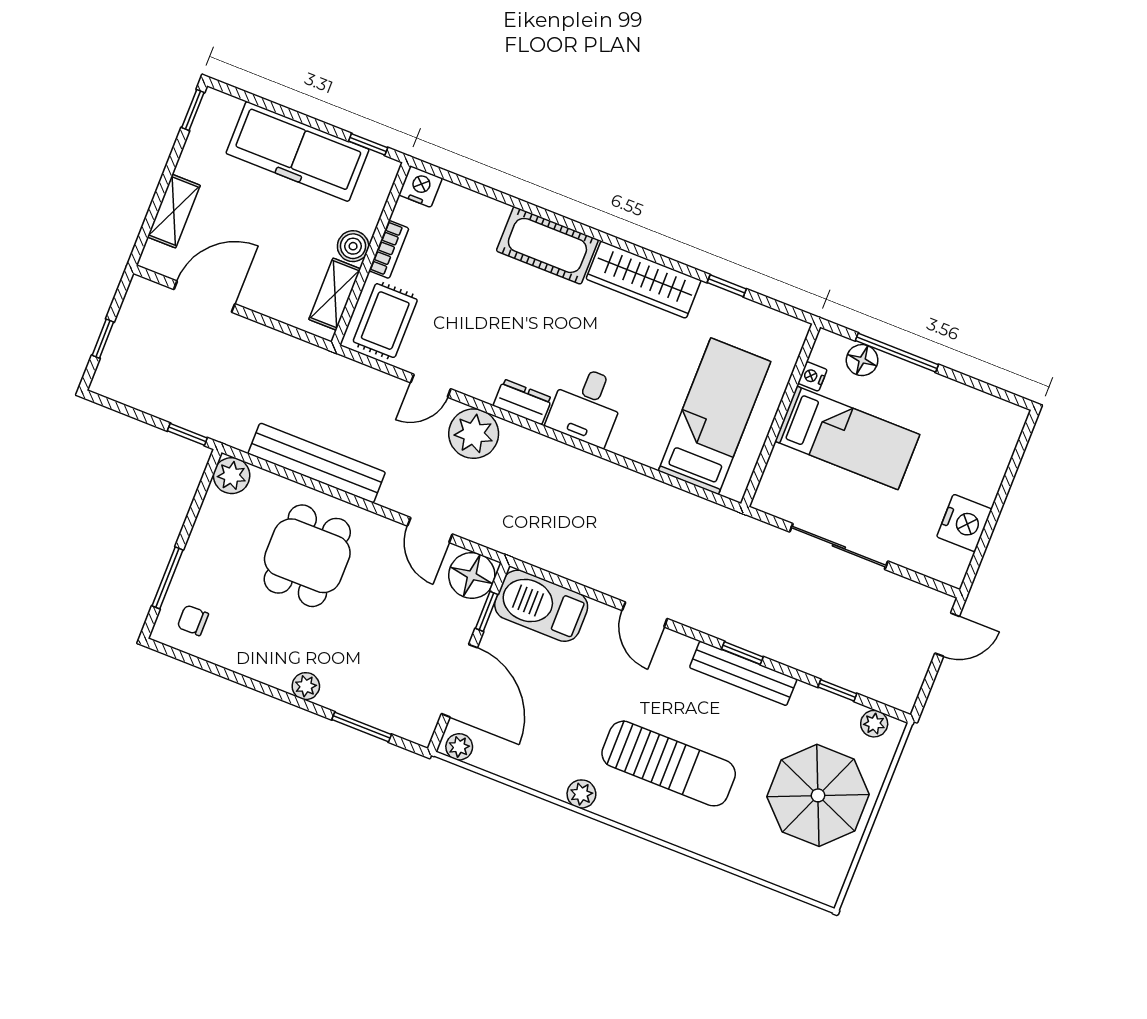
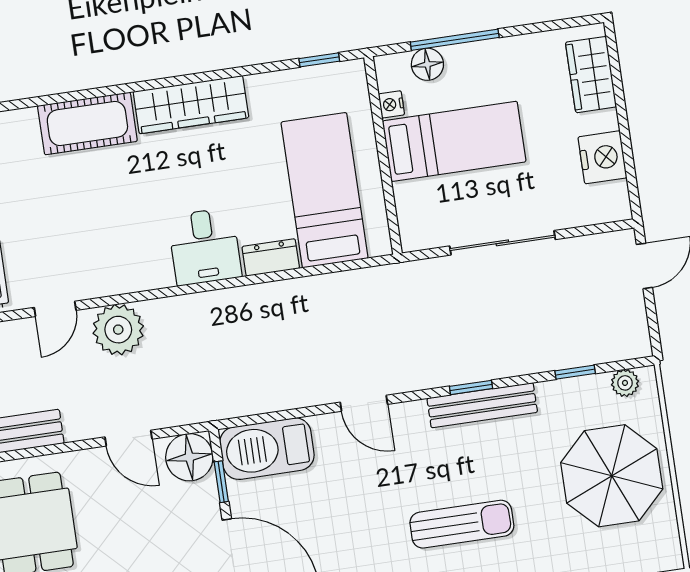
window: (727, 286) -> (319, 60), moved
dresser: (523, 402) -> (271, 258), moved
wardrobe: (995, 448) -> (591, 75), added
sun lounger: (669, 764) -> (462, 524), width x0.73, depth x0.75

